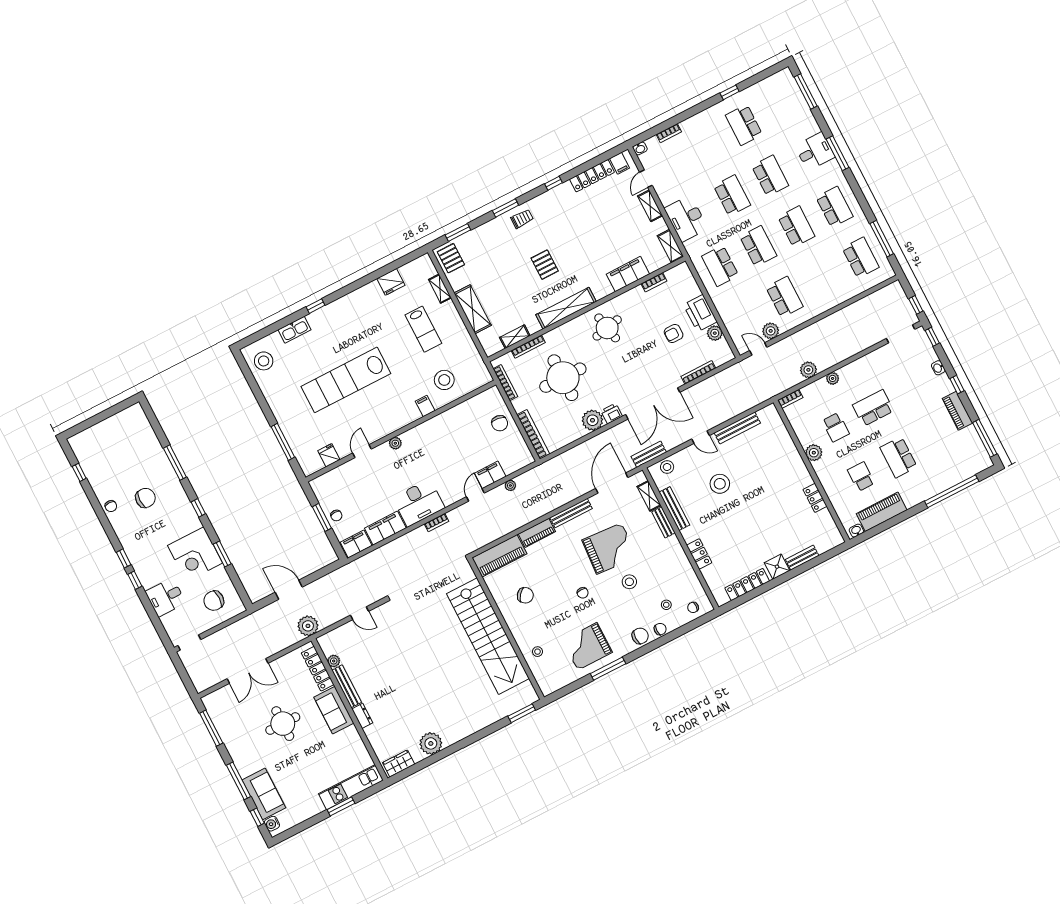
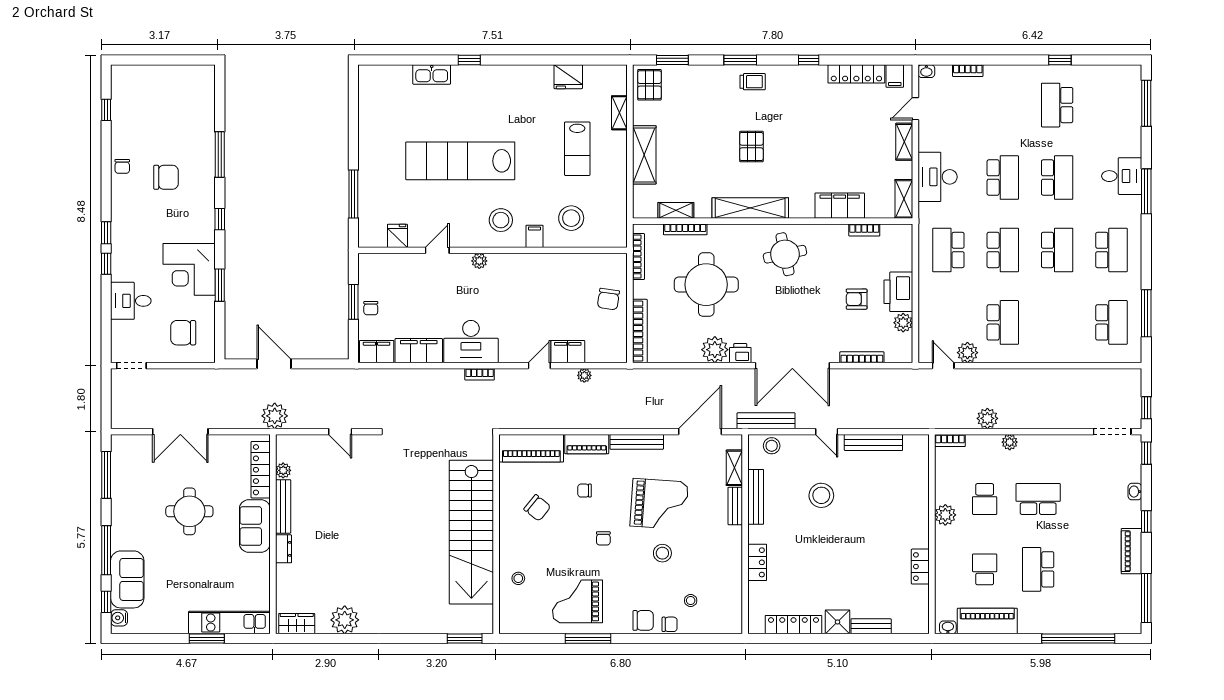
stool: (264, 361) -> (501, 220), moved
bench: (649, 454) -> (766, 421), width x1.36
chair: (693, 607) -> (585, 491), moved

